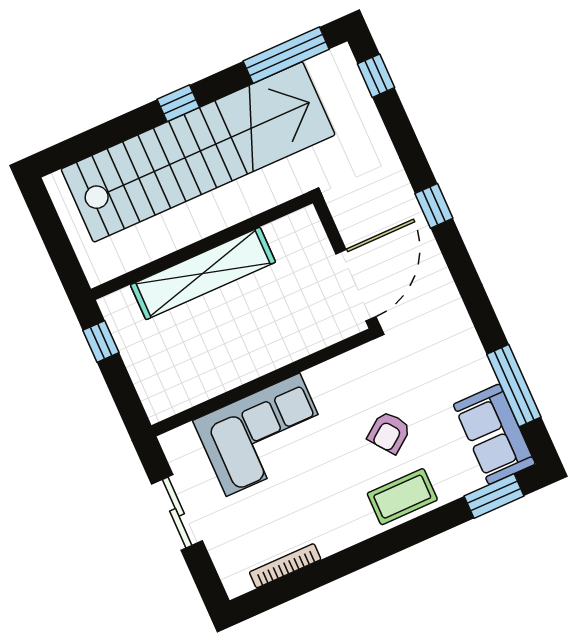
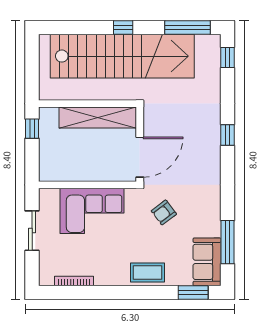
wall: (346, 263) -> (140, 144), moved
door: (356, 285) -> (140, 157), moved
armchair: (389, 432) -> (164, 212), moved

